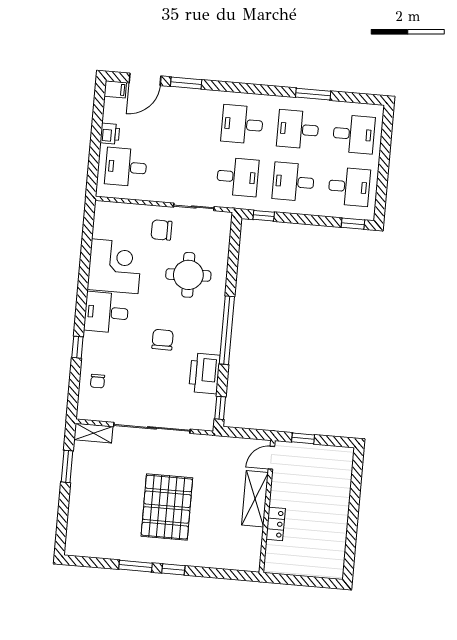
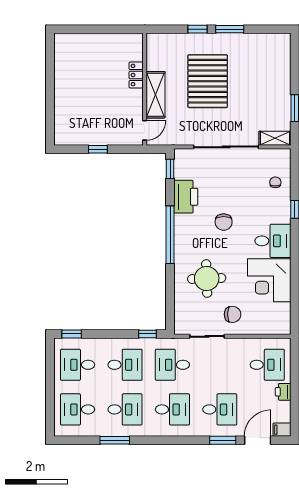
desk: (186, 120) -> (220, 409), added
door: (271, 458) -> (145, 130), moved
shelving: (255, 499) -> (156, 95), moved
wall: (267, 506) -> (145, 89), moved
locker: (276, 524) -> (136, 75), moved

